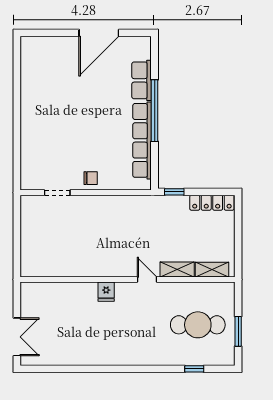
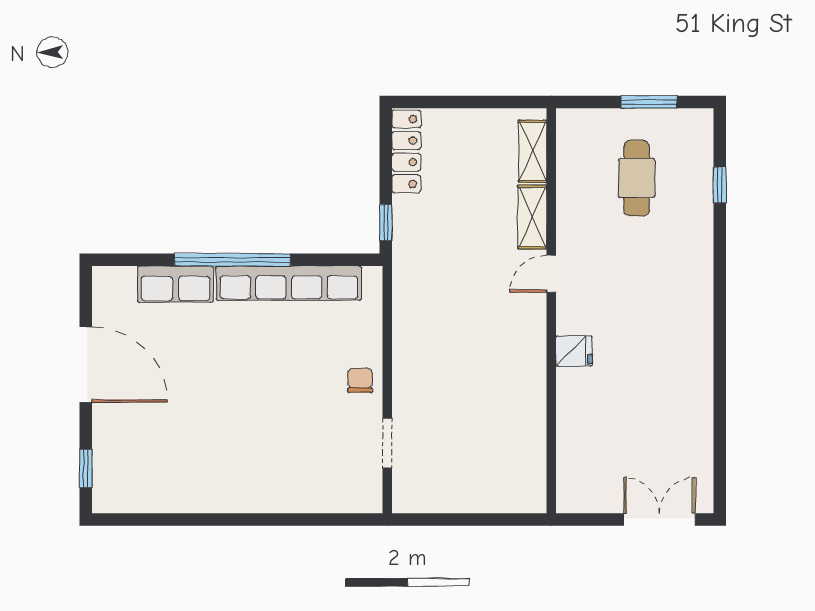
window: (44, 33) -> (86, 468), added
cafe table: (198, 325) -> (637, 178), width x0.73, depth x0.74

